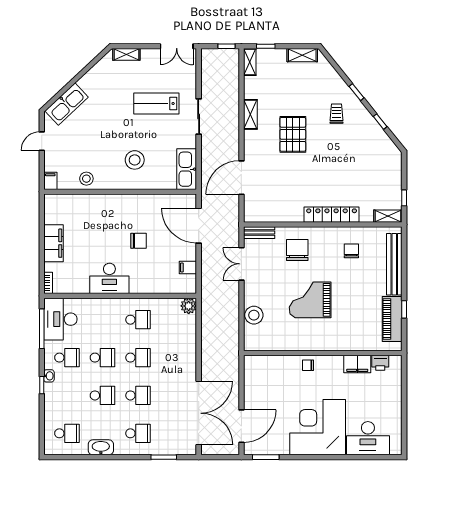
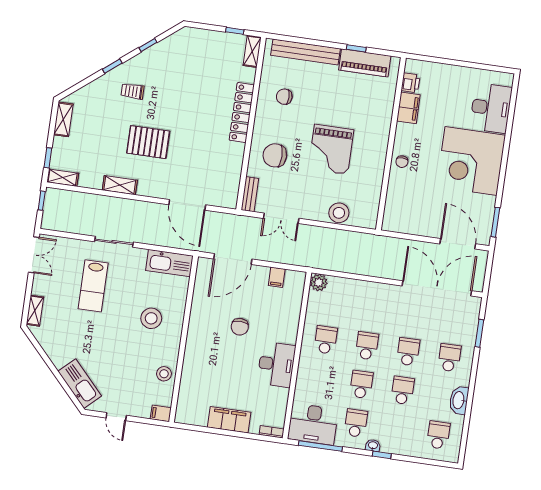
chair: (139, 241) -> (240, 327), turned 180

